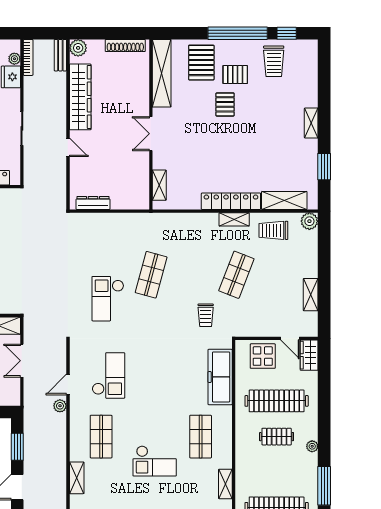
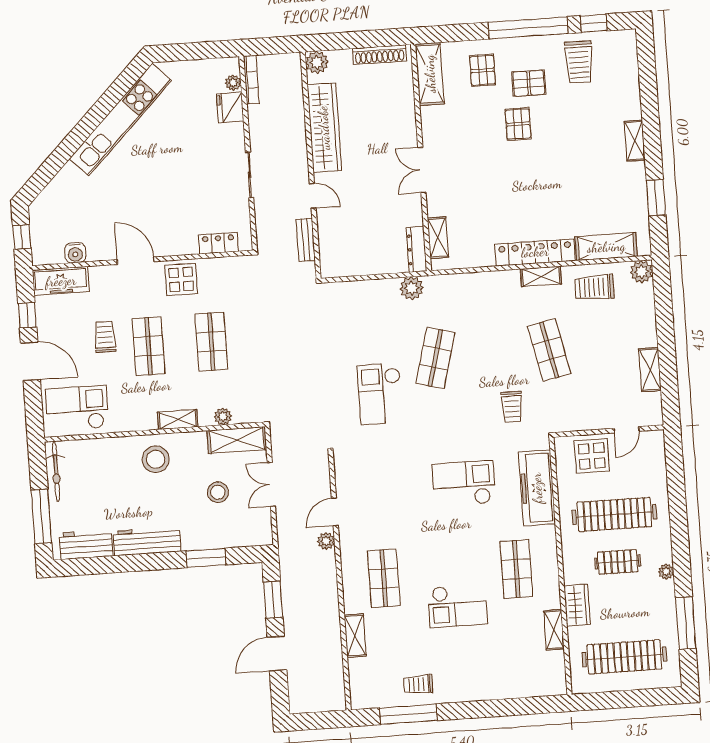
bench: (60, 55) -> (306, 240), moved
pallet: (201, 63) -> (483, 70), width x0.67, depth x0.71
shelving: (162, 73) -> (430, 74), width x0.68
dresser: (93, 203) -> (417, 249), moved, turned -90
plant: (137, 221) -> (412, 288), added
shop shelf: (236, 275) -> (549, 350), turned -33
door: (290, 338) -> (627, 430), hinge flipped
wardrobe: (309, 355) -> (577, 605), moved, turned 180
checkout: (108, 375) -> (464, 483), moved, turned -90

